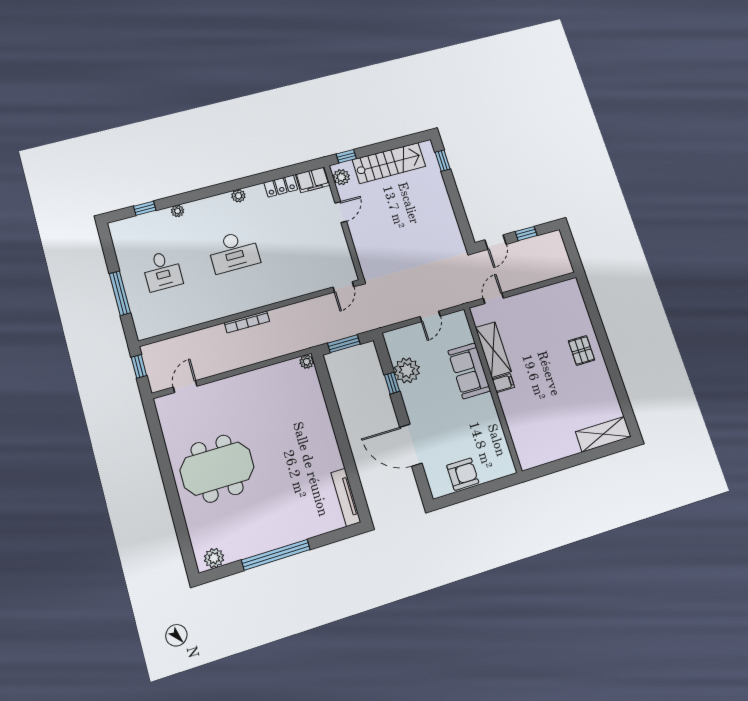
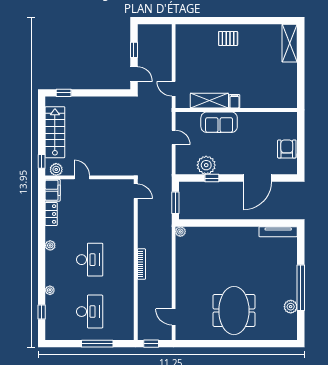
desk: (162, 271) -> (90, 312), width x1.37
plant: (214, 558) -> (291, 307), moved

